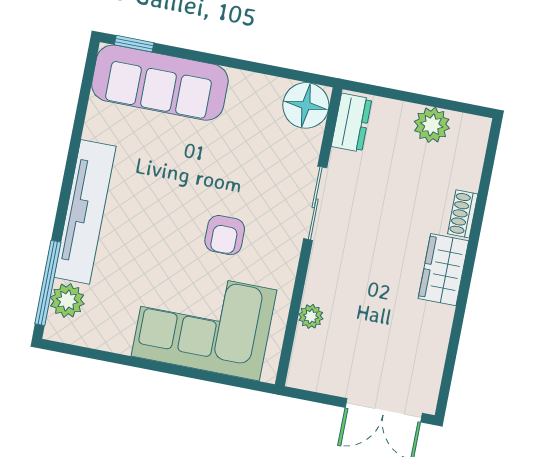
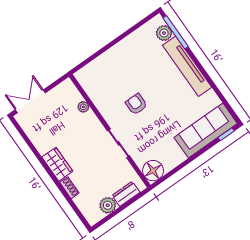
dresser: (352, 123) -> (126, 194), moved, turned 90
corner sofa: (204, 323) -> (114, 70), removed

